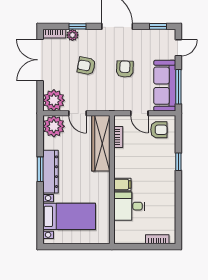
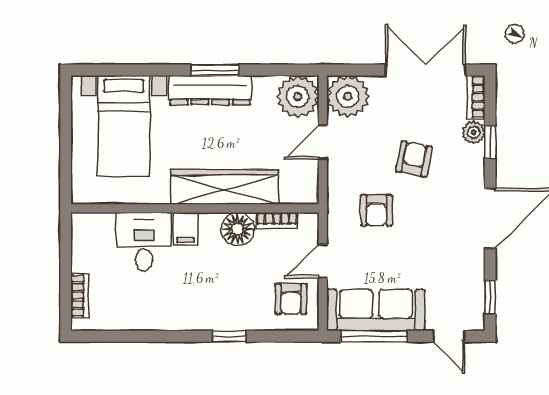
armchair: (125, 69) -> (377, 210), moved, turned 88
wardrobe: (101, 143) -> (225, 187), moved
floor lamp: (123, 157) -> (238, 229), added

